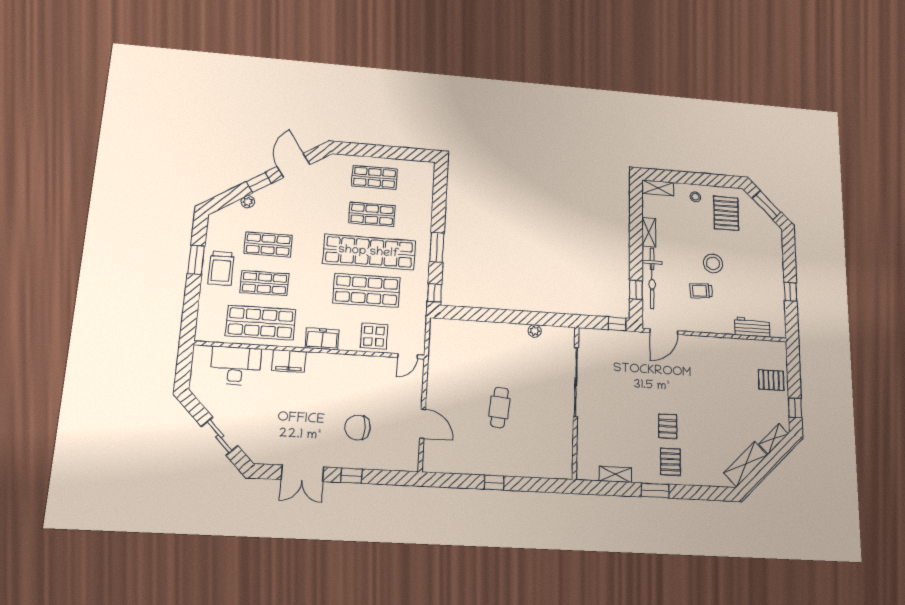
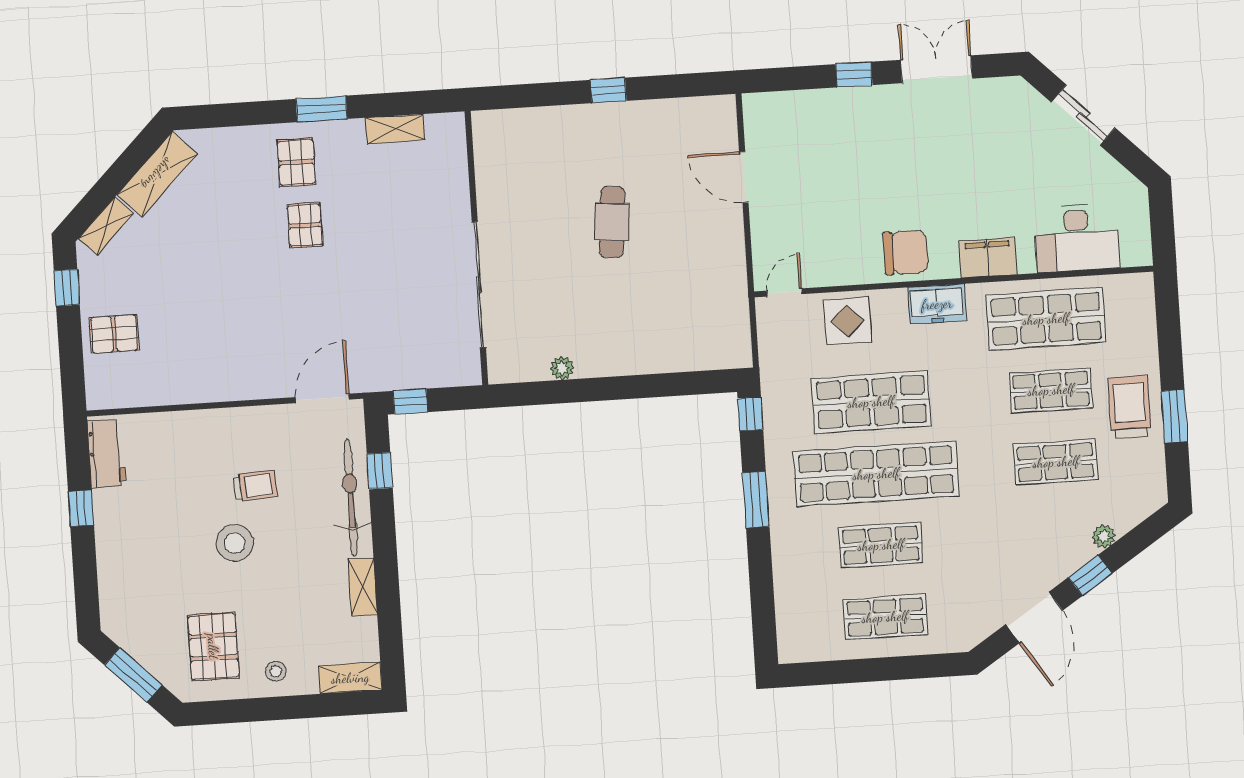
workbench: (752, 327) -> (107, 454), moved, turned -90
chair: (358, 427) -> (906, 252), moved

